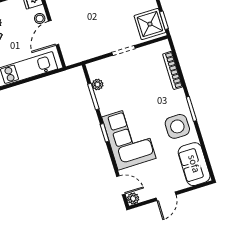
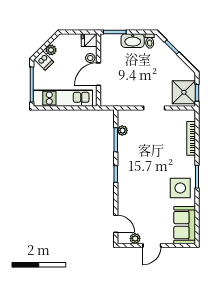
corner sofa: (129, 138) -> (135, 185), removed
plant: (133, 199) -> (135, 238), moved

